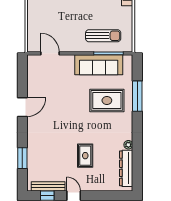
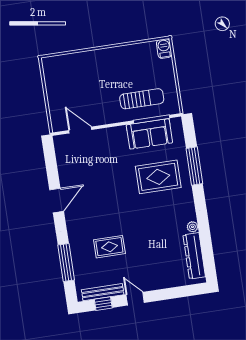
sofa: (99, 65) -> (149, 134), width x0.73
rug: (85, 156) -> (109, 247), moved, turned 90
window: (22, 158) -> (66, 263), width x1.44

